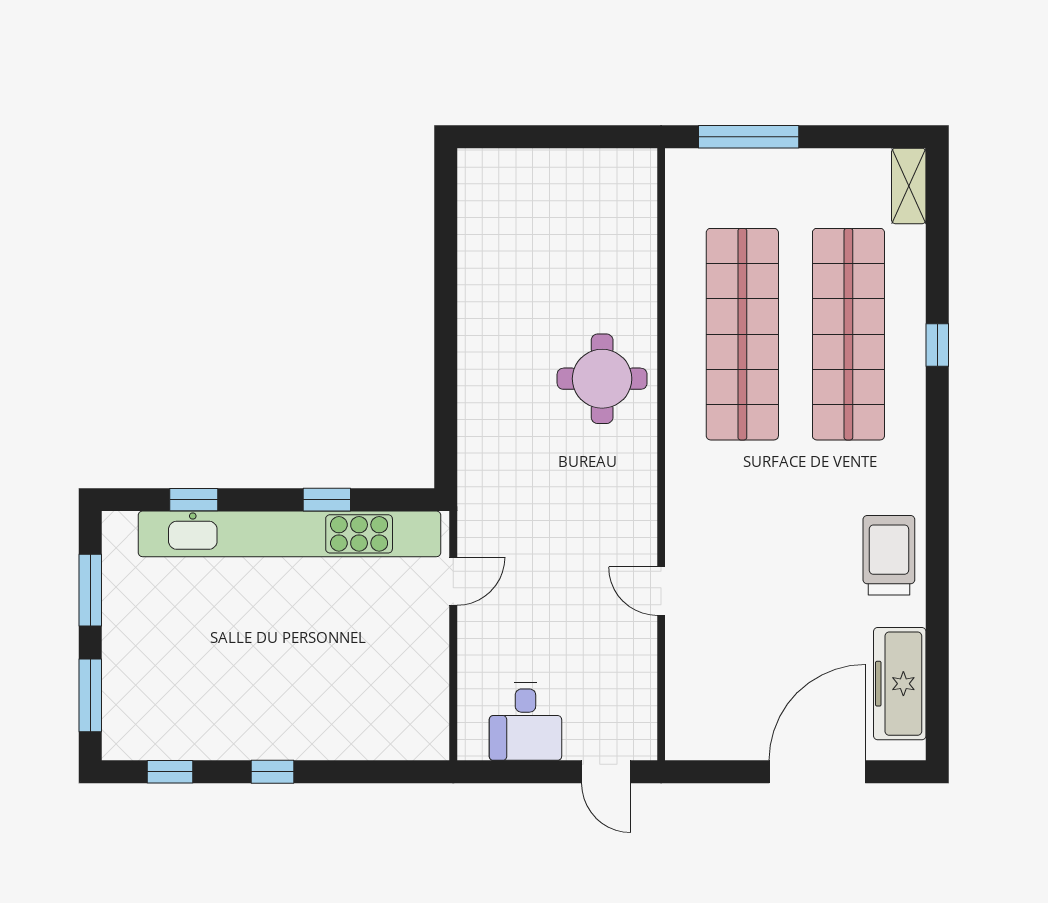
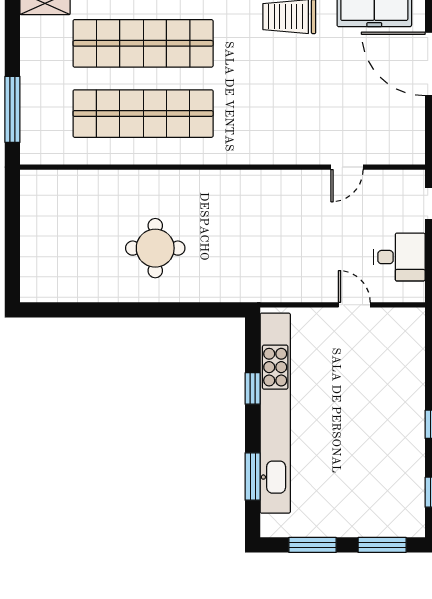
round table: (602, 379) -> (155, 248), moved
window: (194, 500) -> (253, 476), width x1.50
door: (453, 581) -> (354, 305), moved
door: (661, 591) -> (347, 167), moved

